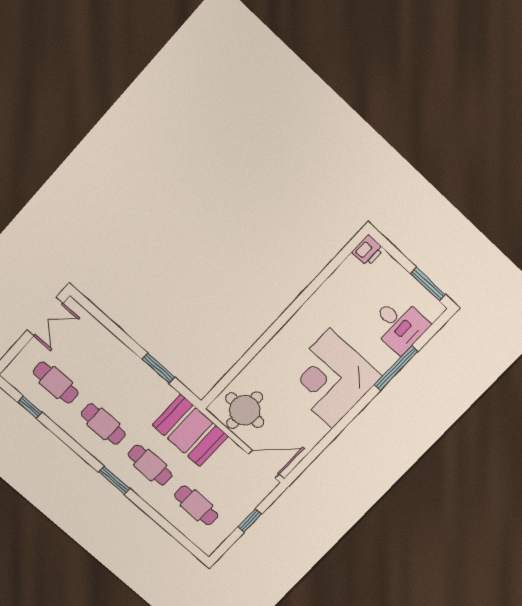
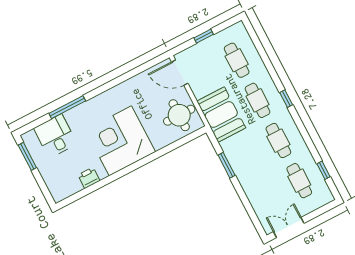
printer: (368, 251) -> (89, 178), moved
corner desk: (331, 378) -> (120, 141), moved, turned 180
window: (114, 480) -> (286, 99), width x0.67

